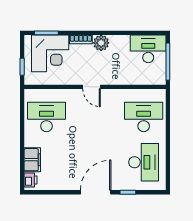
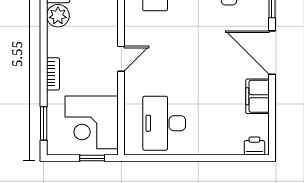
plant: (101, 43) -> (58, 16), moved
corner desk: (50, 53) -> (92, 122), moved, turned 180
filing cabinet: (32, 160) -> (257, 96), moved, turned -90

